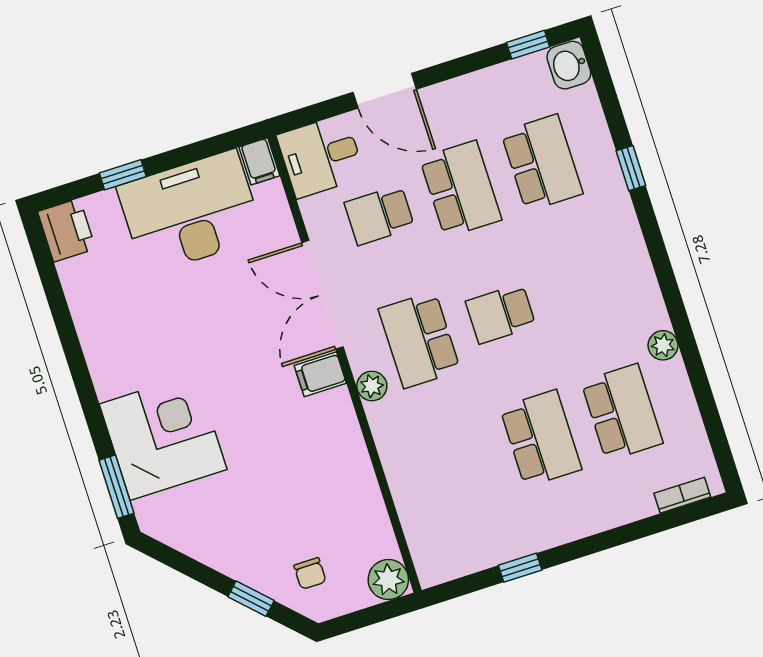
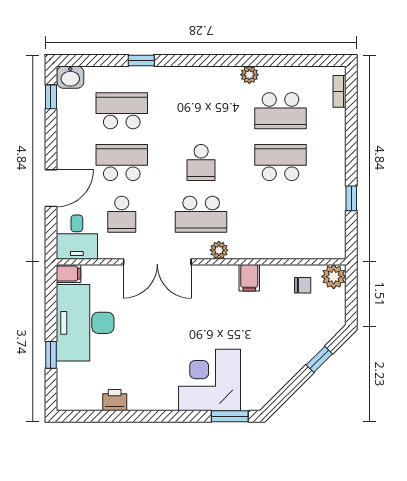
printer: (67, 230) -> (115, 400), moved, width x0.73, depth x0.81
filing cabinet: (320, 374) -> (249, 278), moved
school desk: (622, 412) -> (281, 111), turned 180
chair: (310, 573) -> (303, 285), moved

